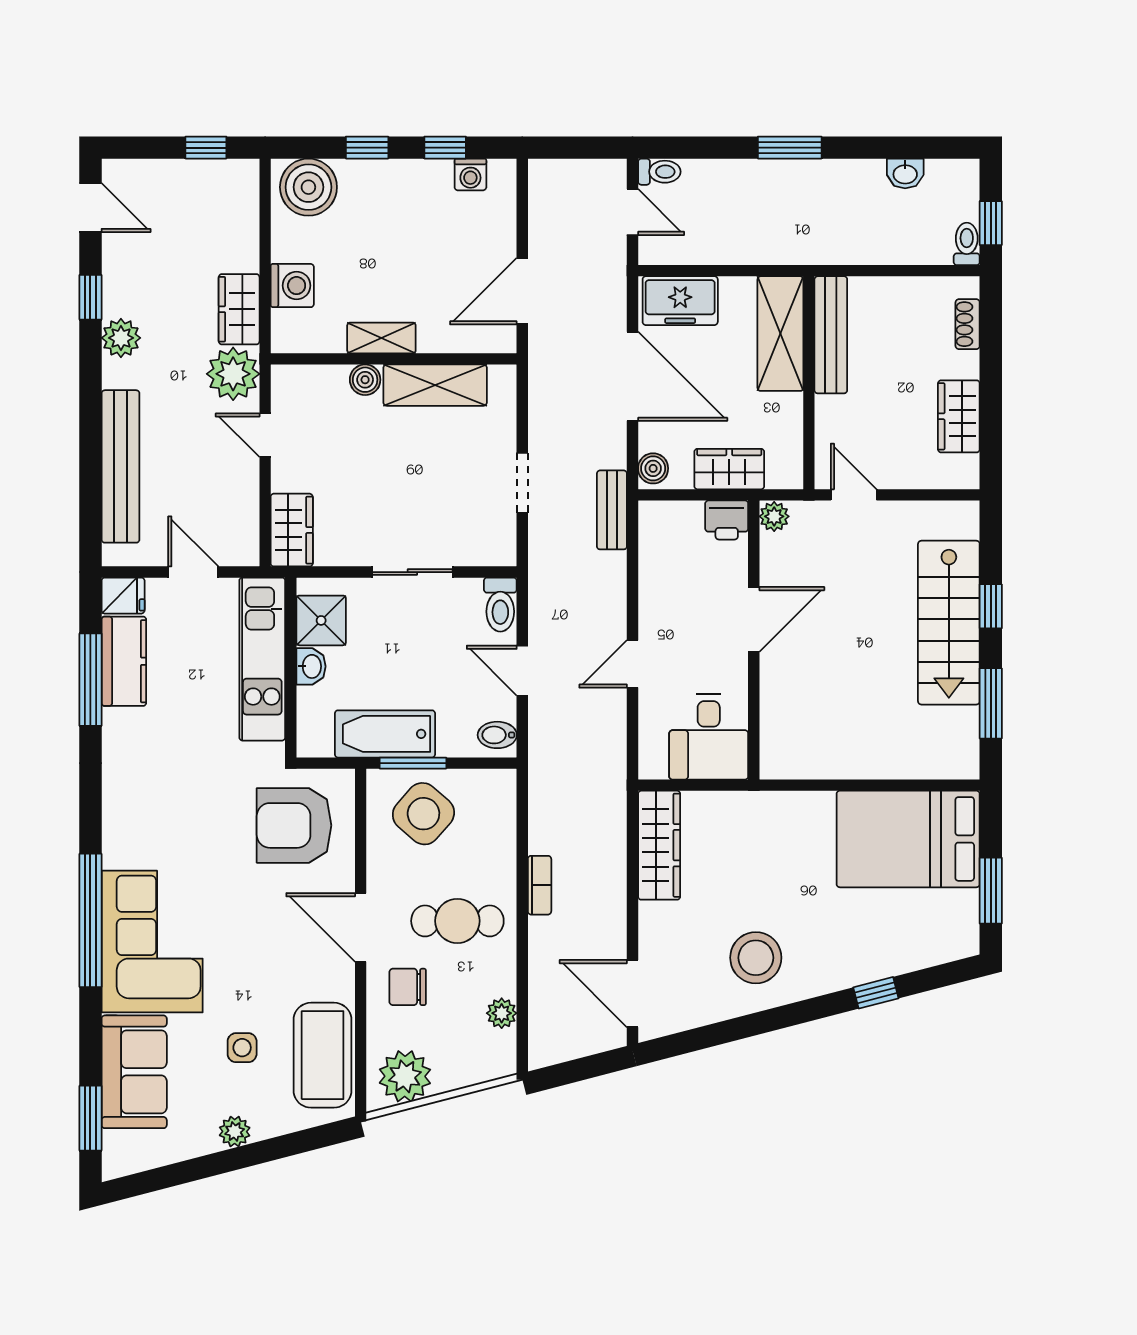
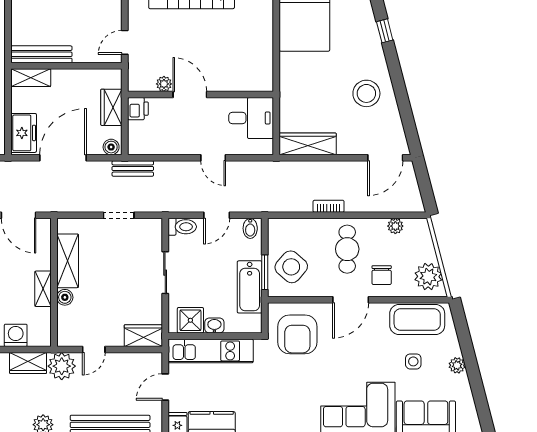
shelving: (780, 334) -> (31, 78), width x0.67, depth x0.75
plant: (774, 516) -> (164, 84), moved

